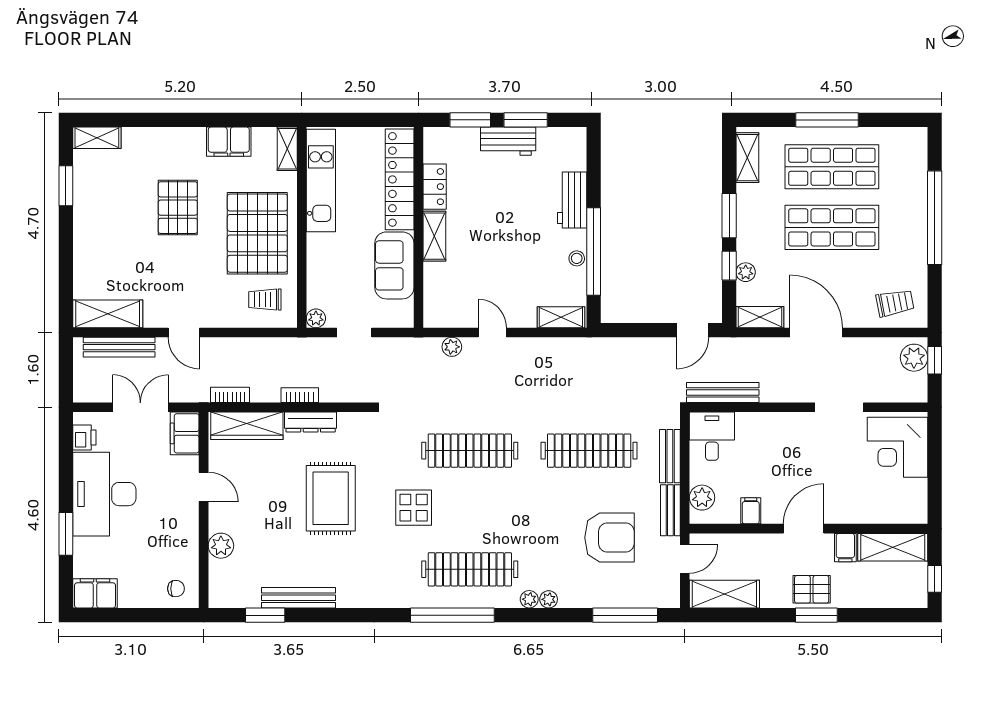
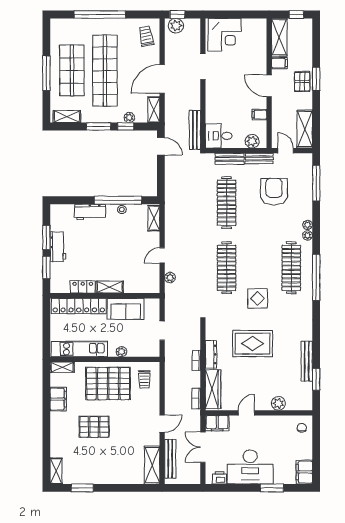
shop shelf: (832, 227) -> (105, 70), width x1.40
plant: (316, 318) -> (121, 352), moved

